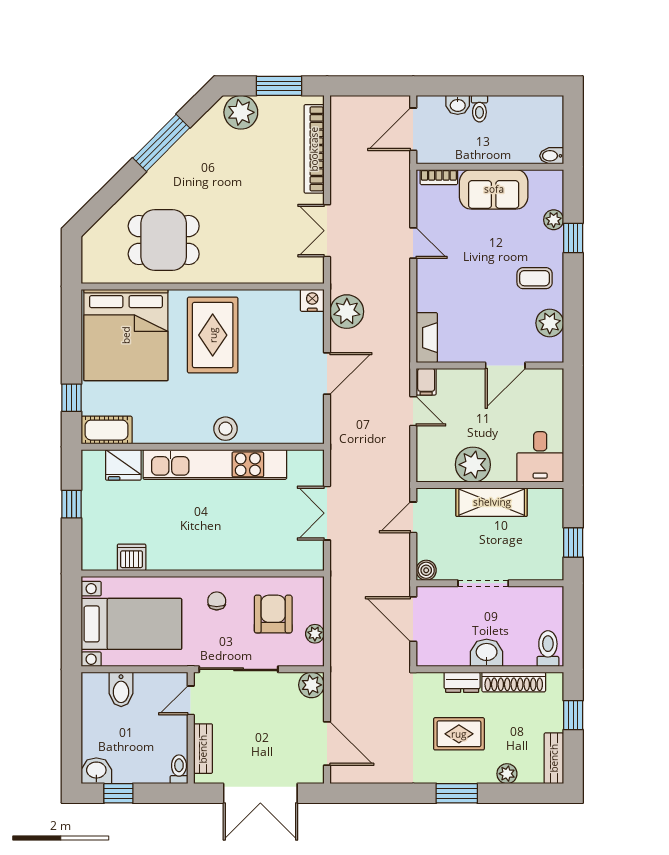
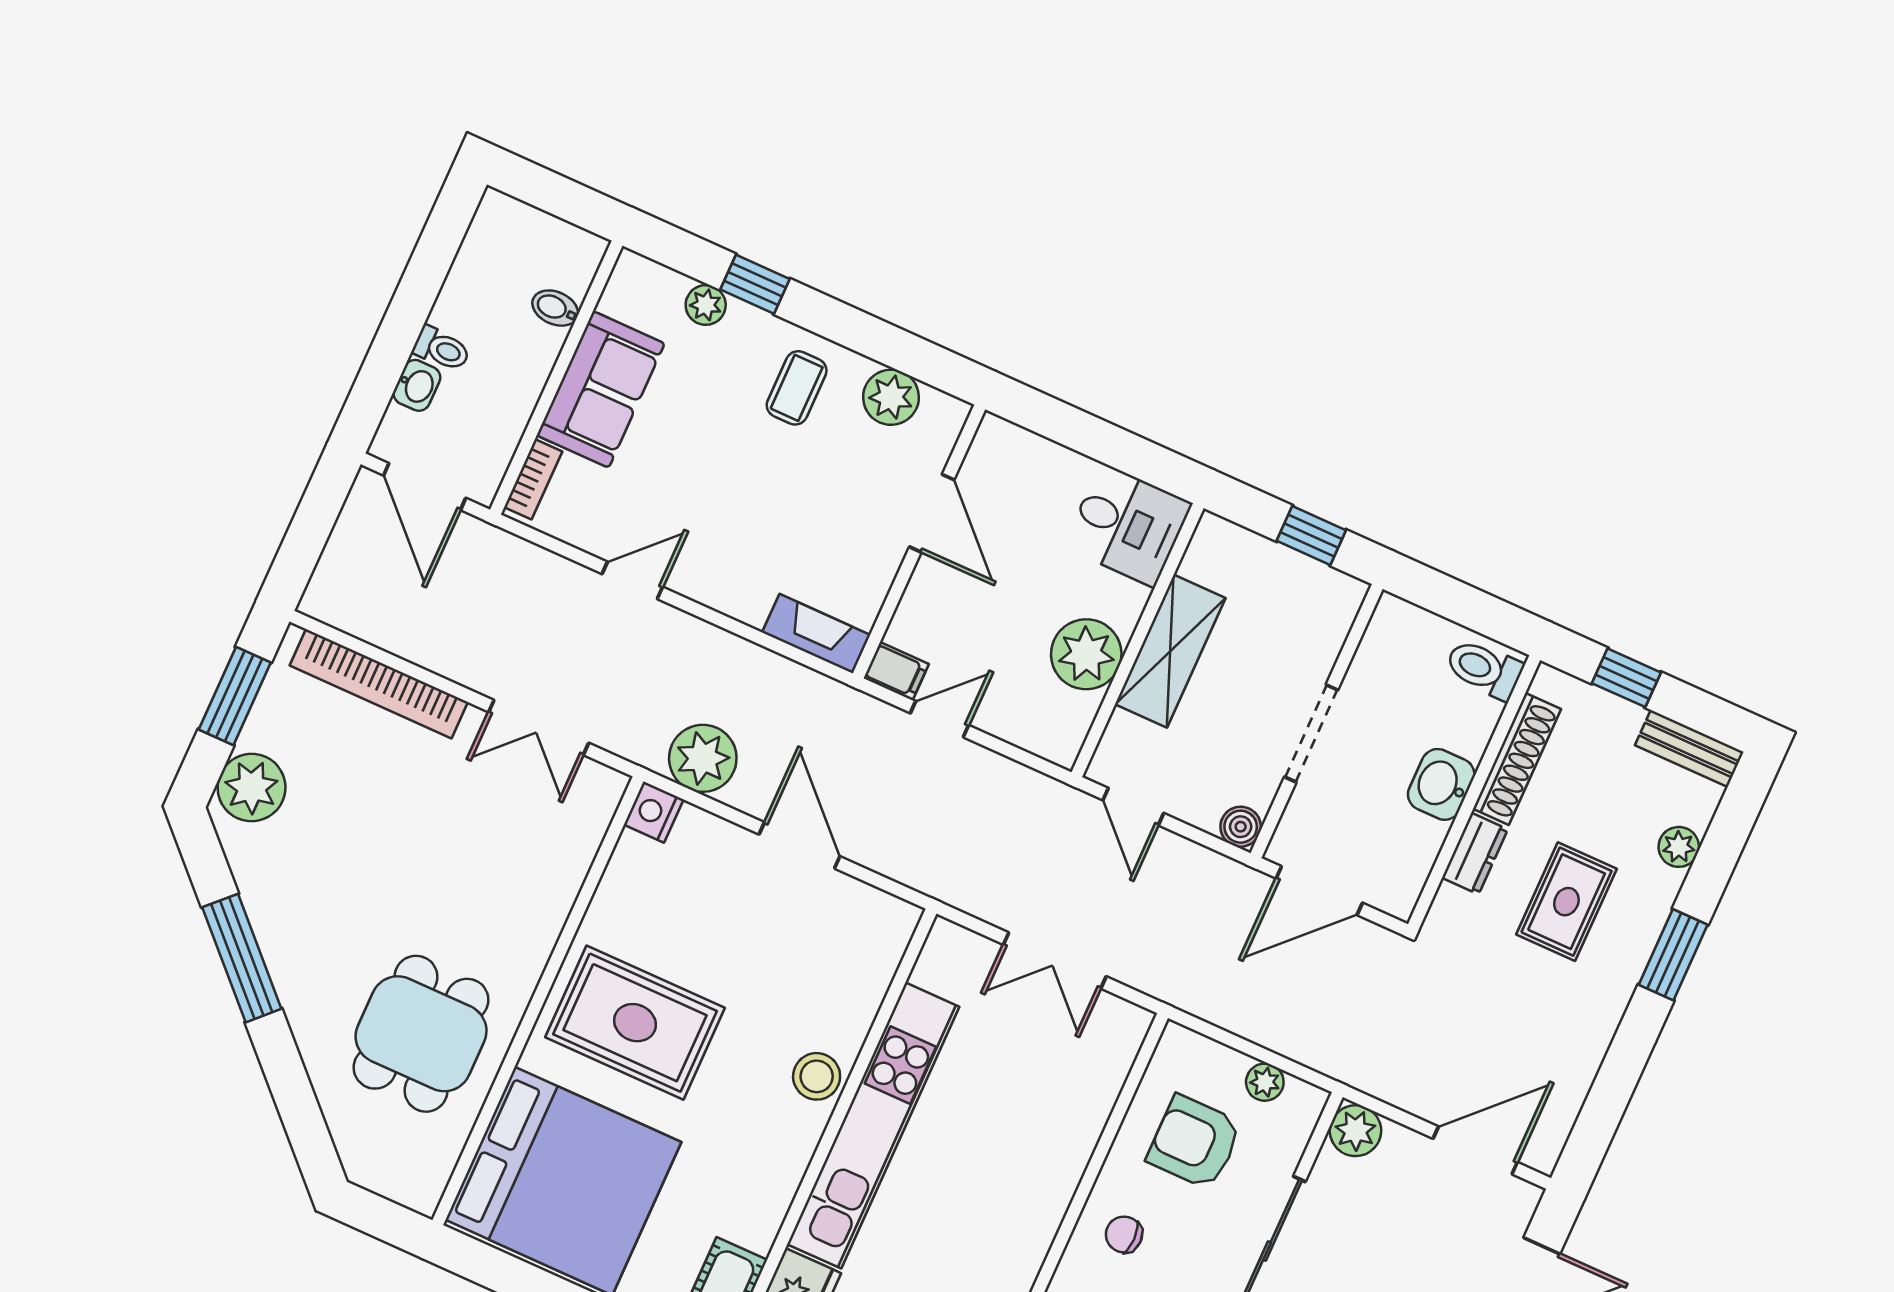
bidet: (552, 156) -> (555, 308), moved, turned 90

